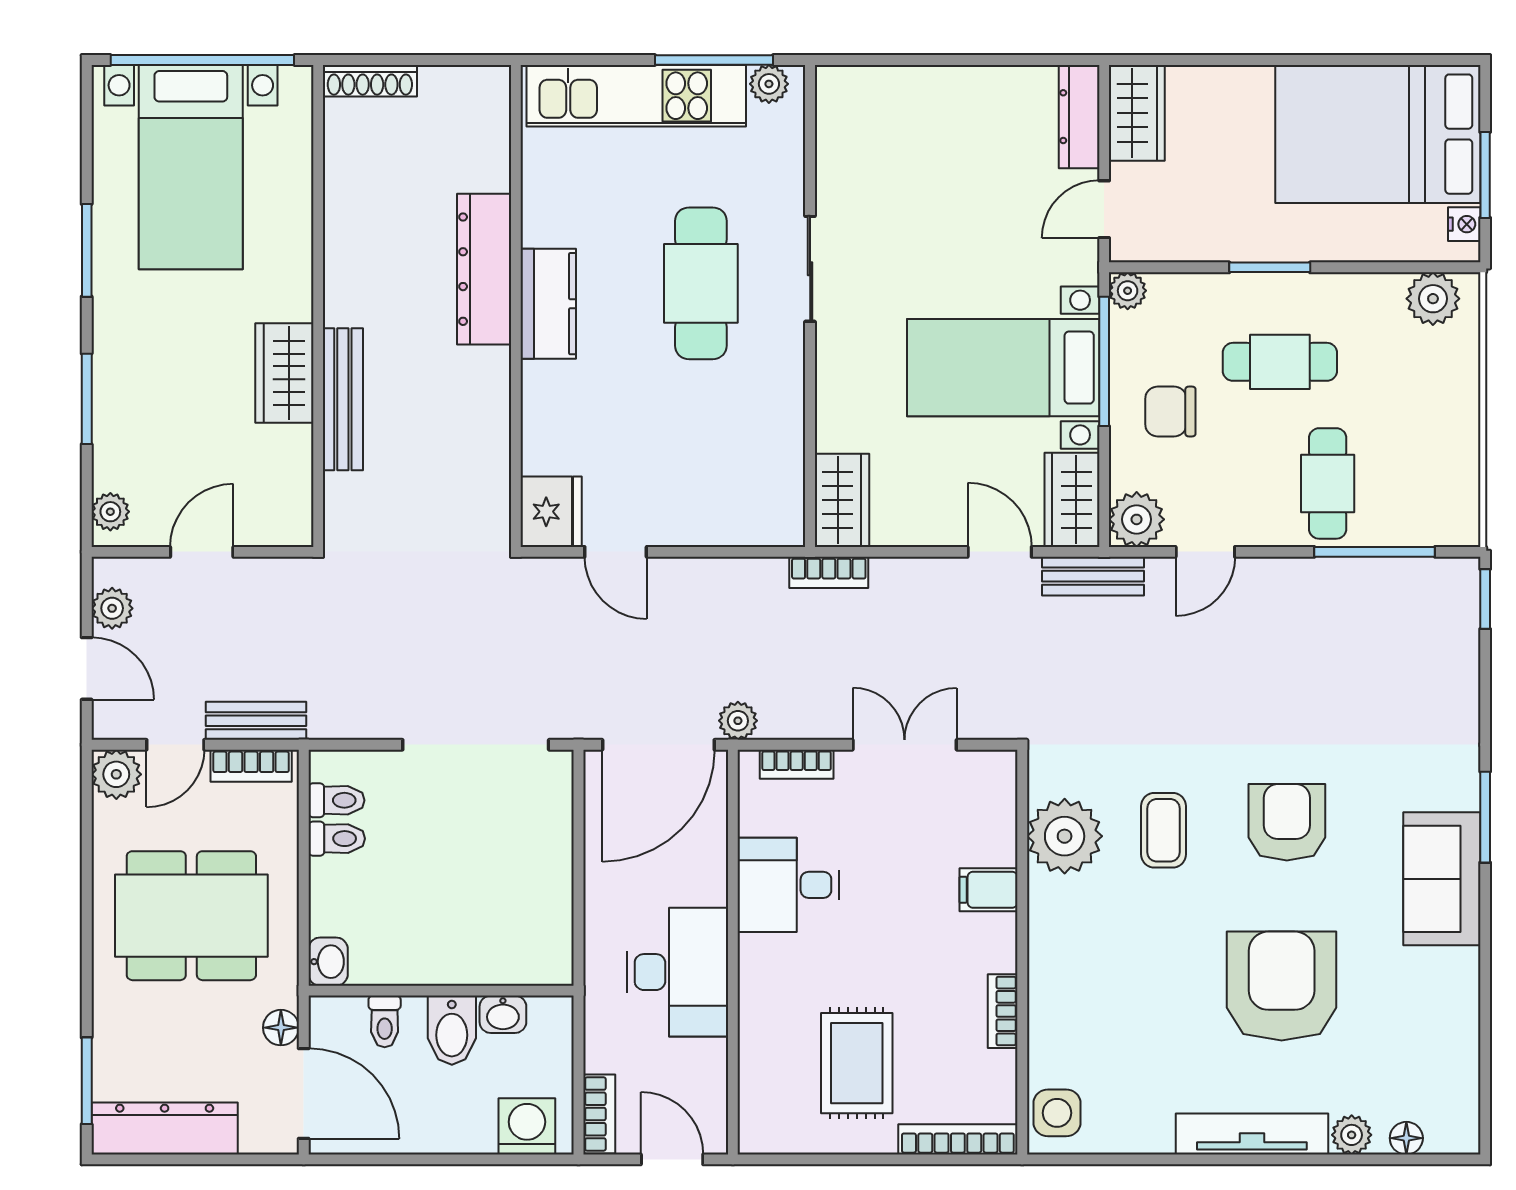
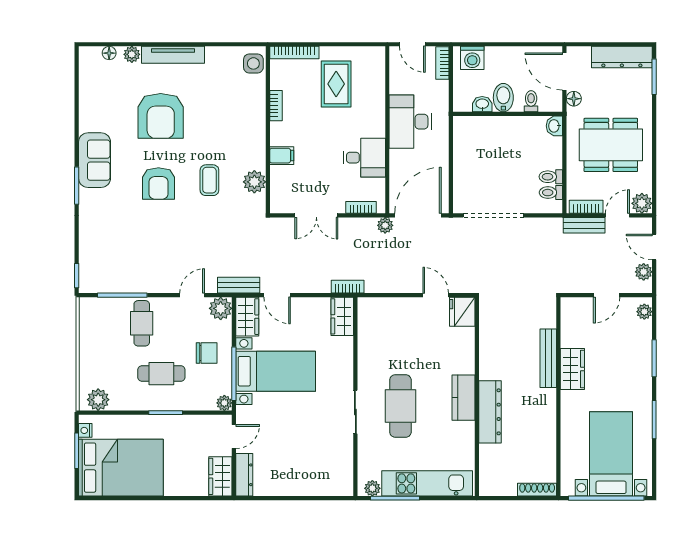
plant: (1065, 836) -> (254, 182), width x0.73, depth x0.73

